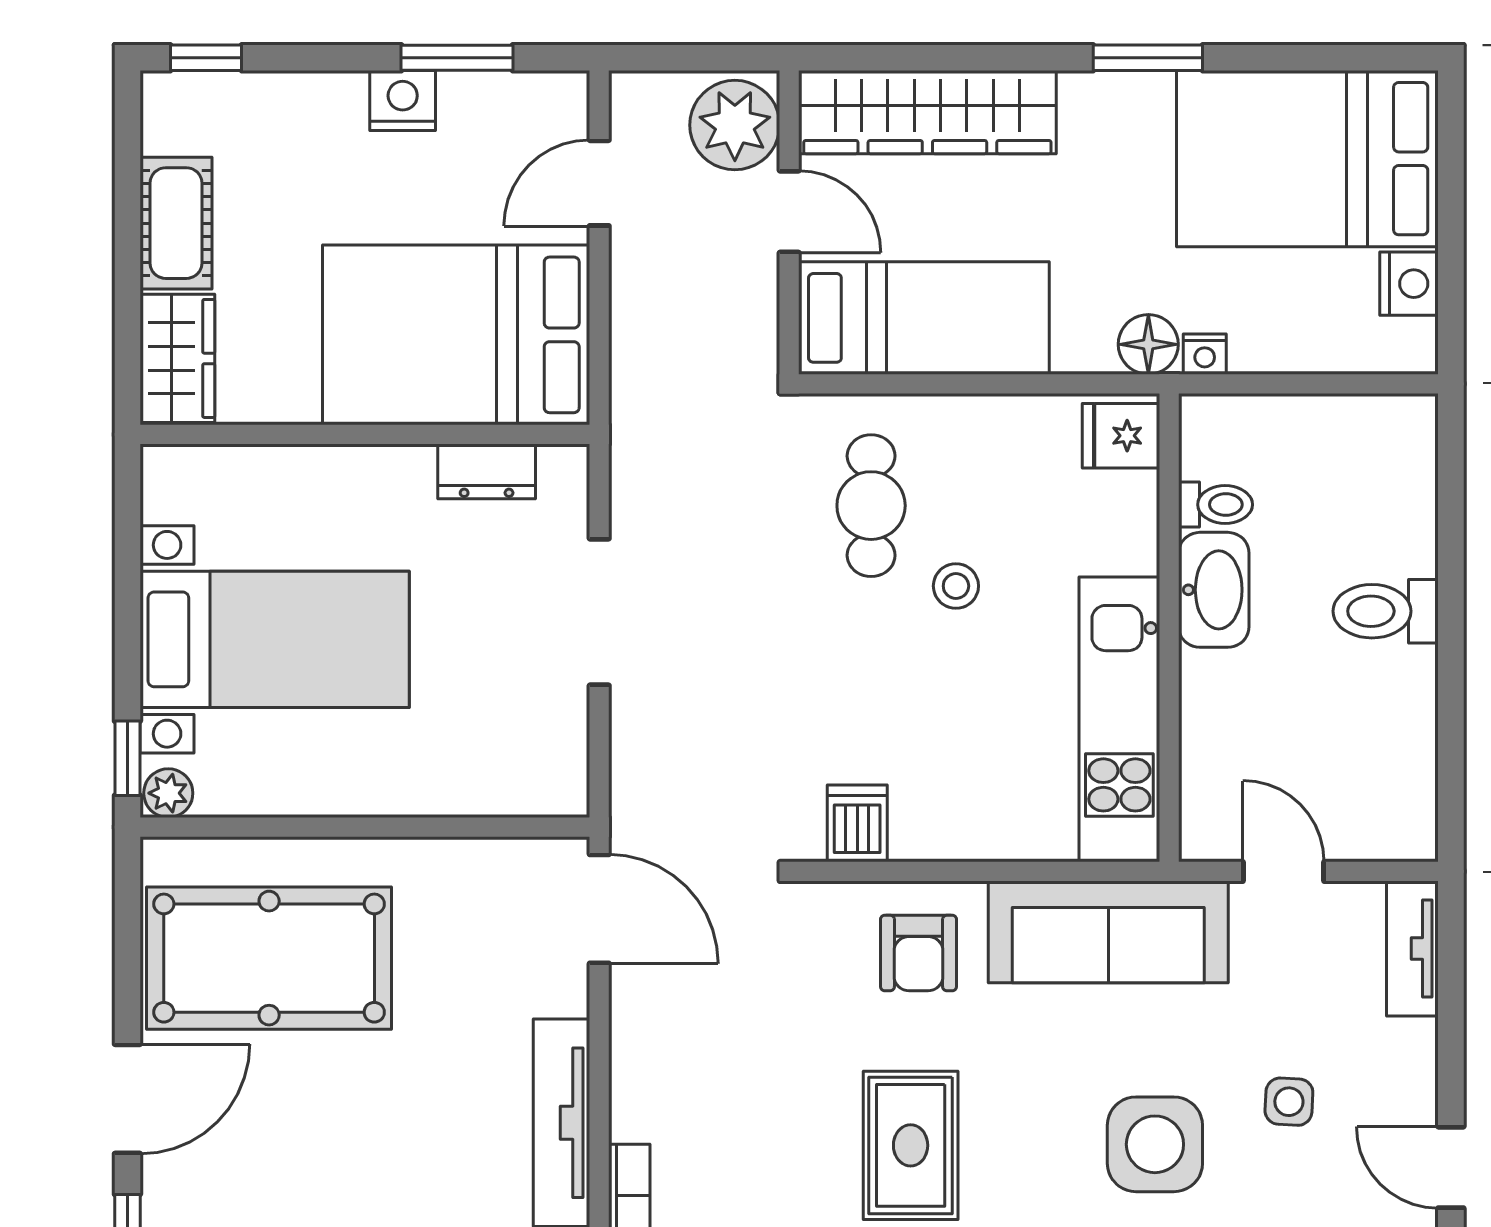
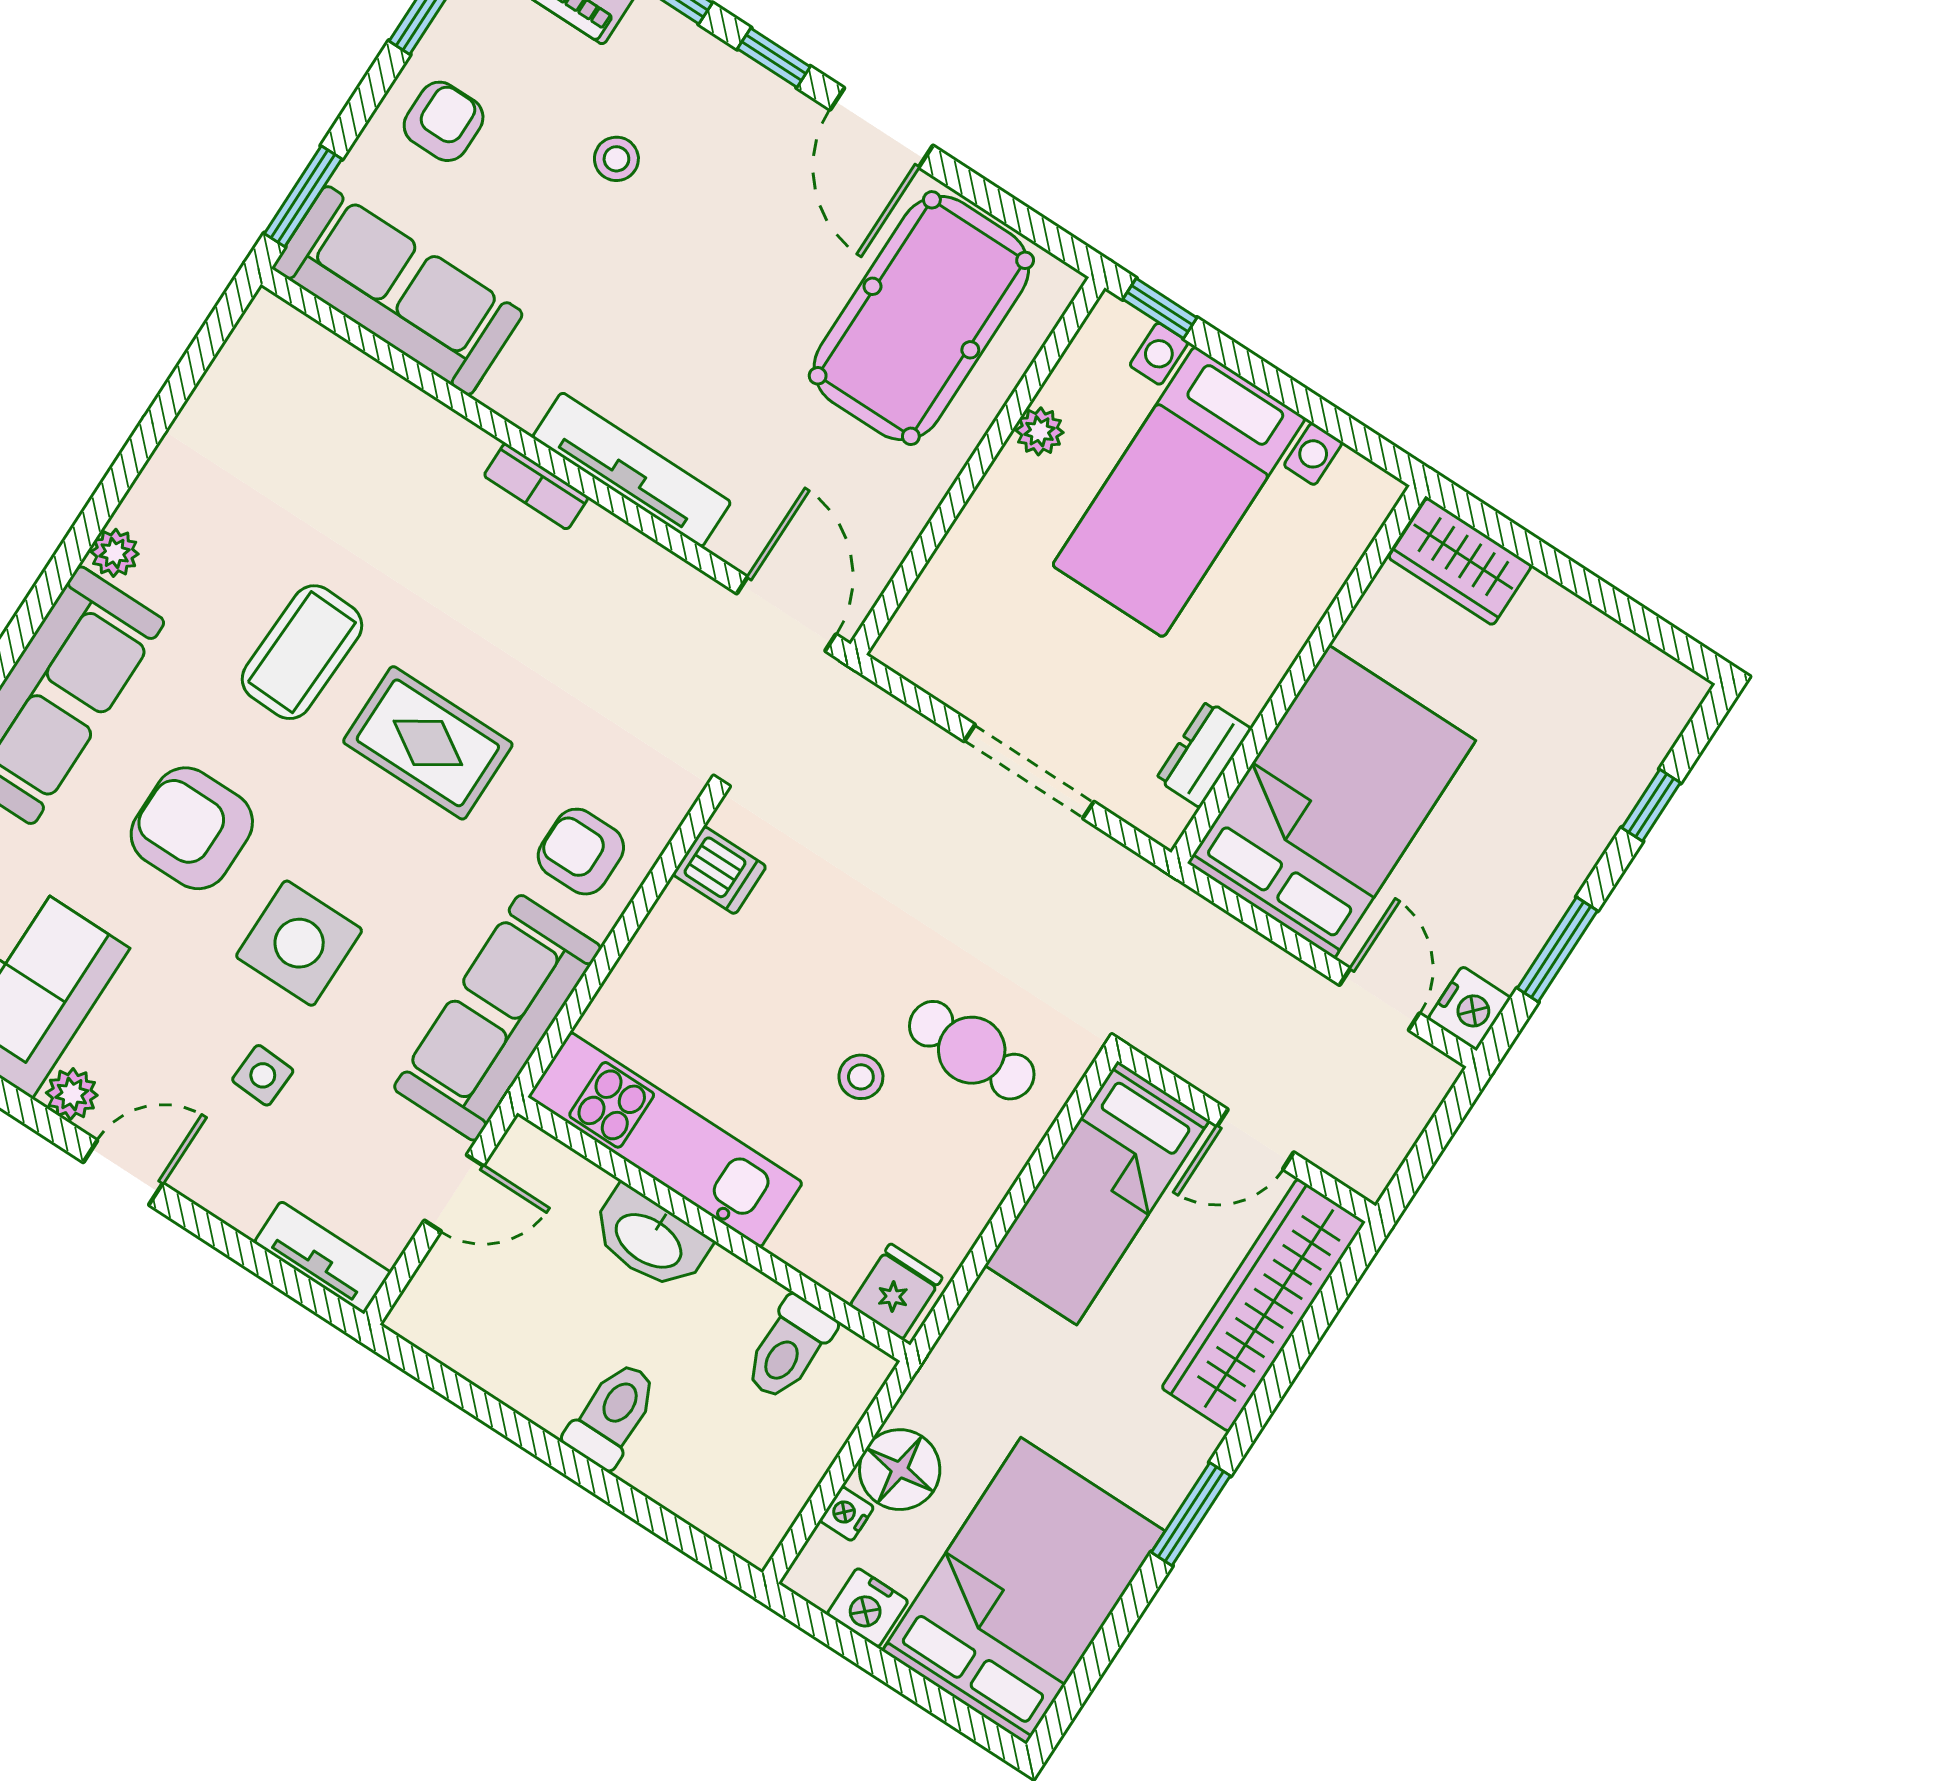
window: (206, 58) -> (1651, 805), moved
nightstand: (403, 101) -> (1469, 1008), moved
plant: (735, 125) -> (1355, 1141), removed
cot: (176, 223) -> (1571, 632), removed
floor lamp: (1148, 344) -> (900, 1470), moved, width x1.38, depth x1.38
nightstand: (1205, 354) -> (847, 1514), moved
toilet: (1216, 505) -> (789, 1348), width x1.37, depth x1.39
washbasin: (1214, 590) -> (650, 1239), moved
plant: (168, 793) -> (1040, 431), moved
door: (599, 909) -> (786, 614), swing flipped

